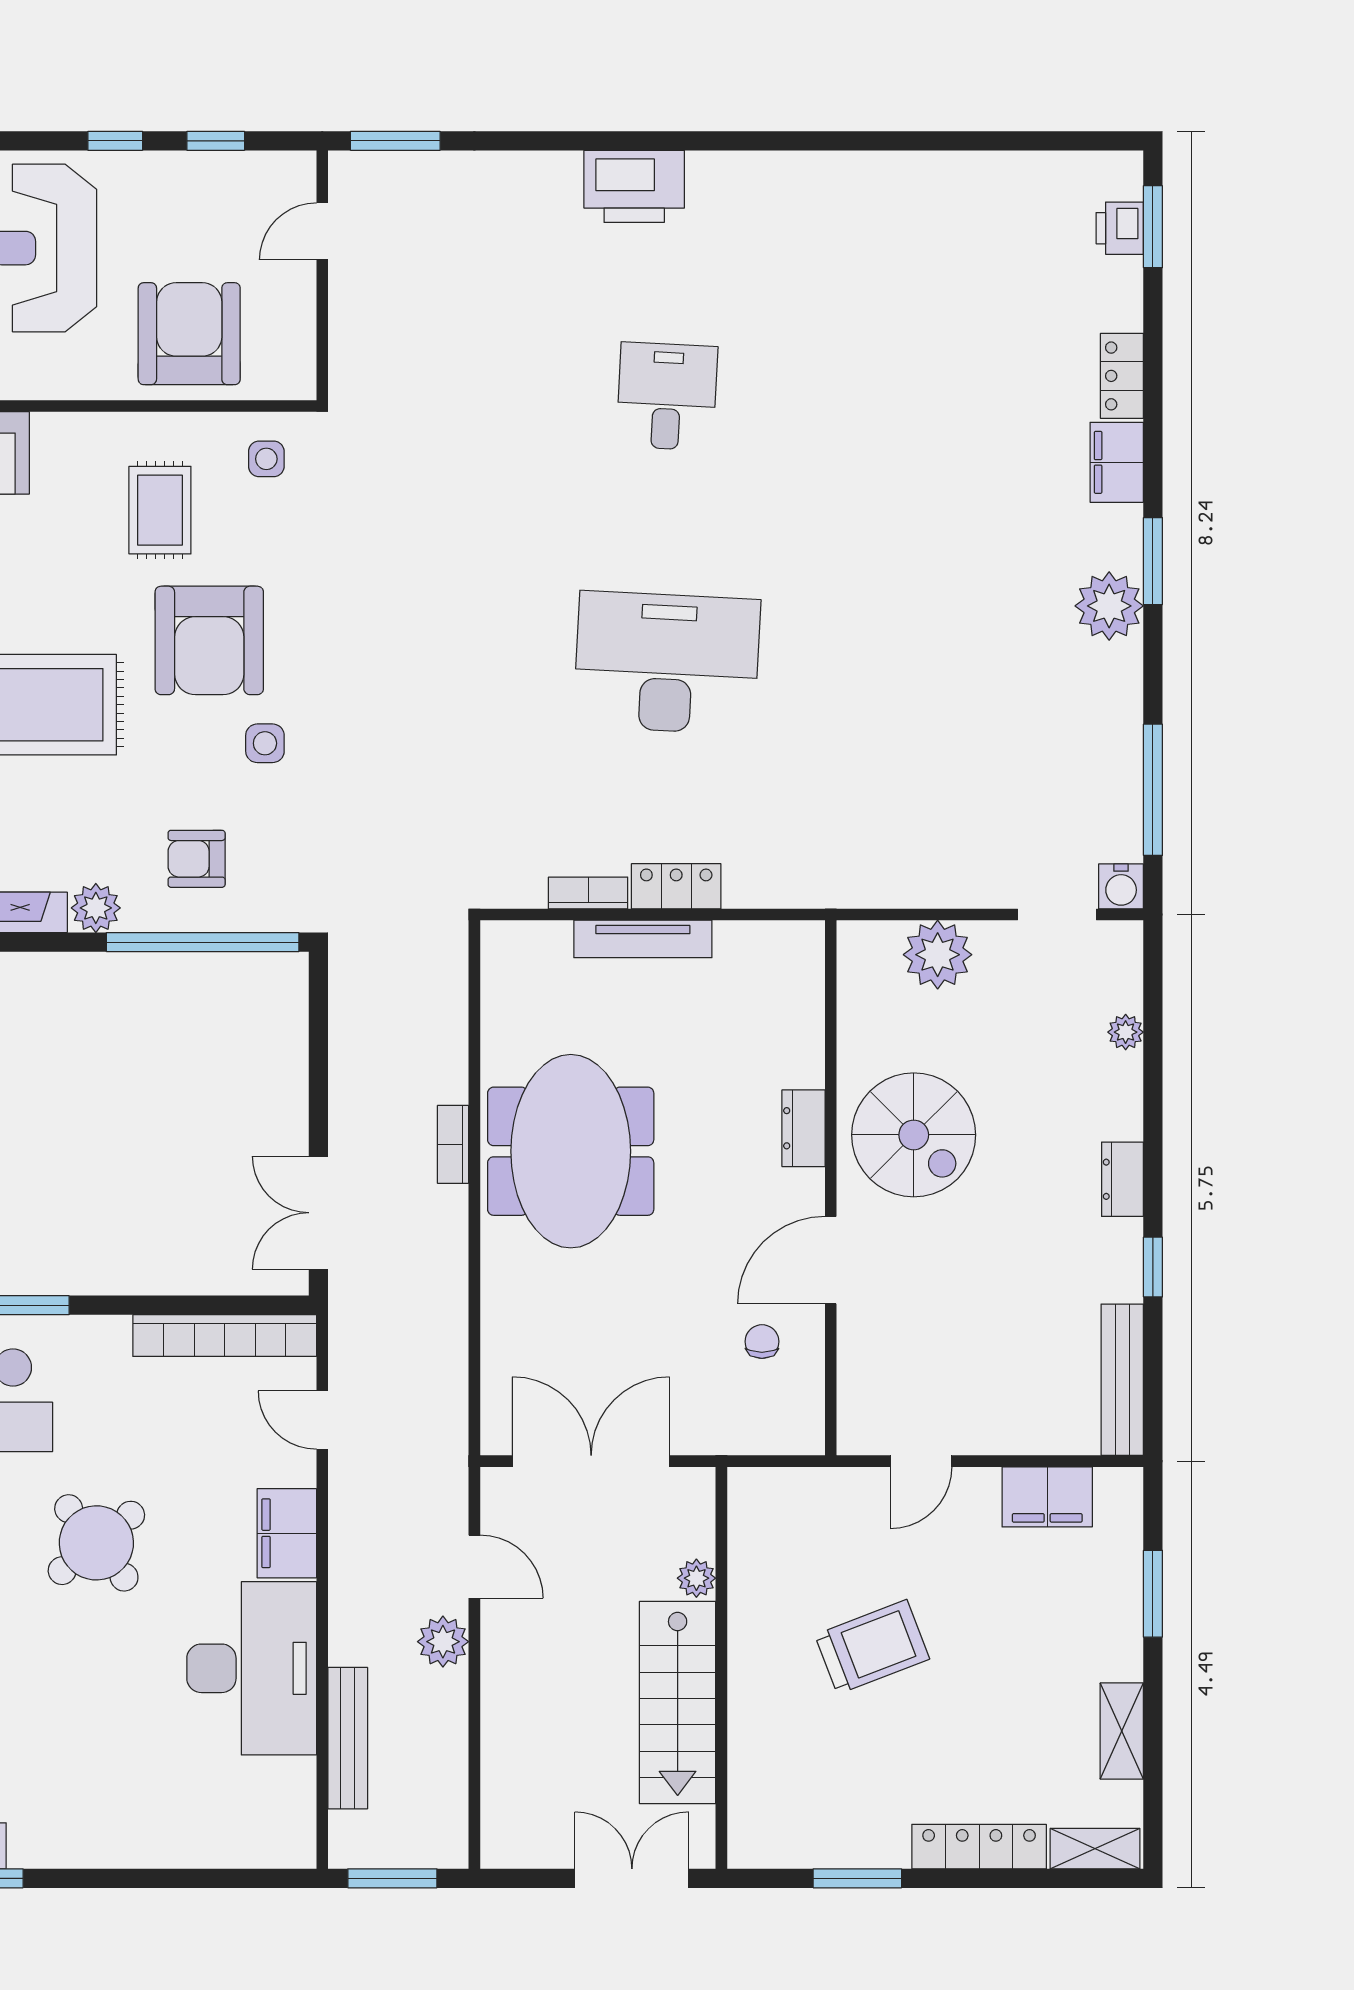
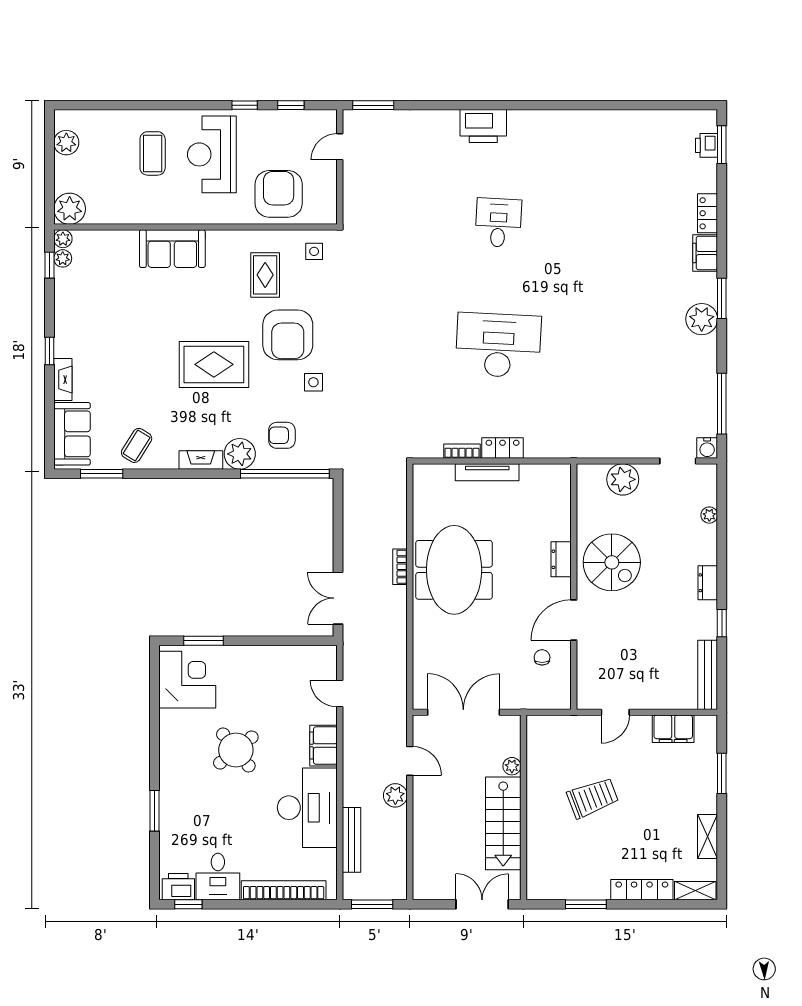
plant: (96, 908) -> (240, 454), width x1.36, depth x1.36
bookcase: (225, 1336) -> (284, 890), moved, turned 180
desk: (57, 1818) -> (218, 877), added

